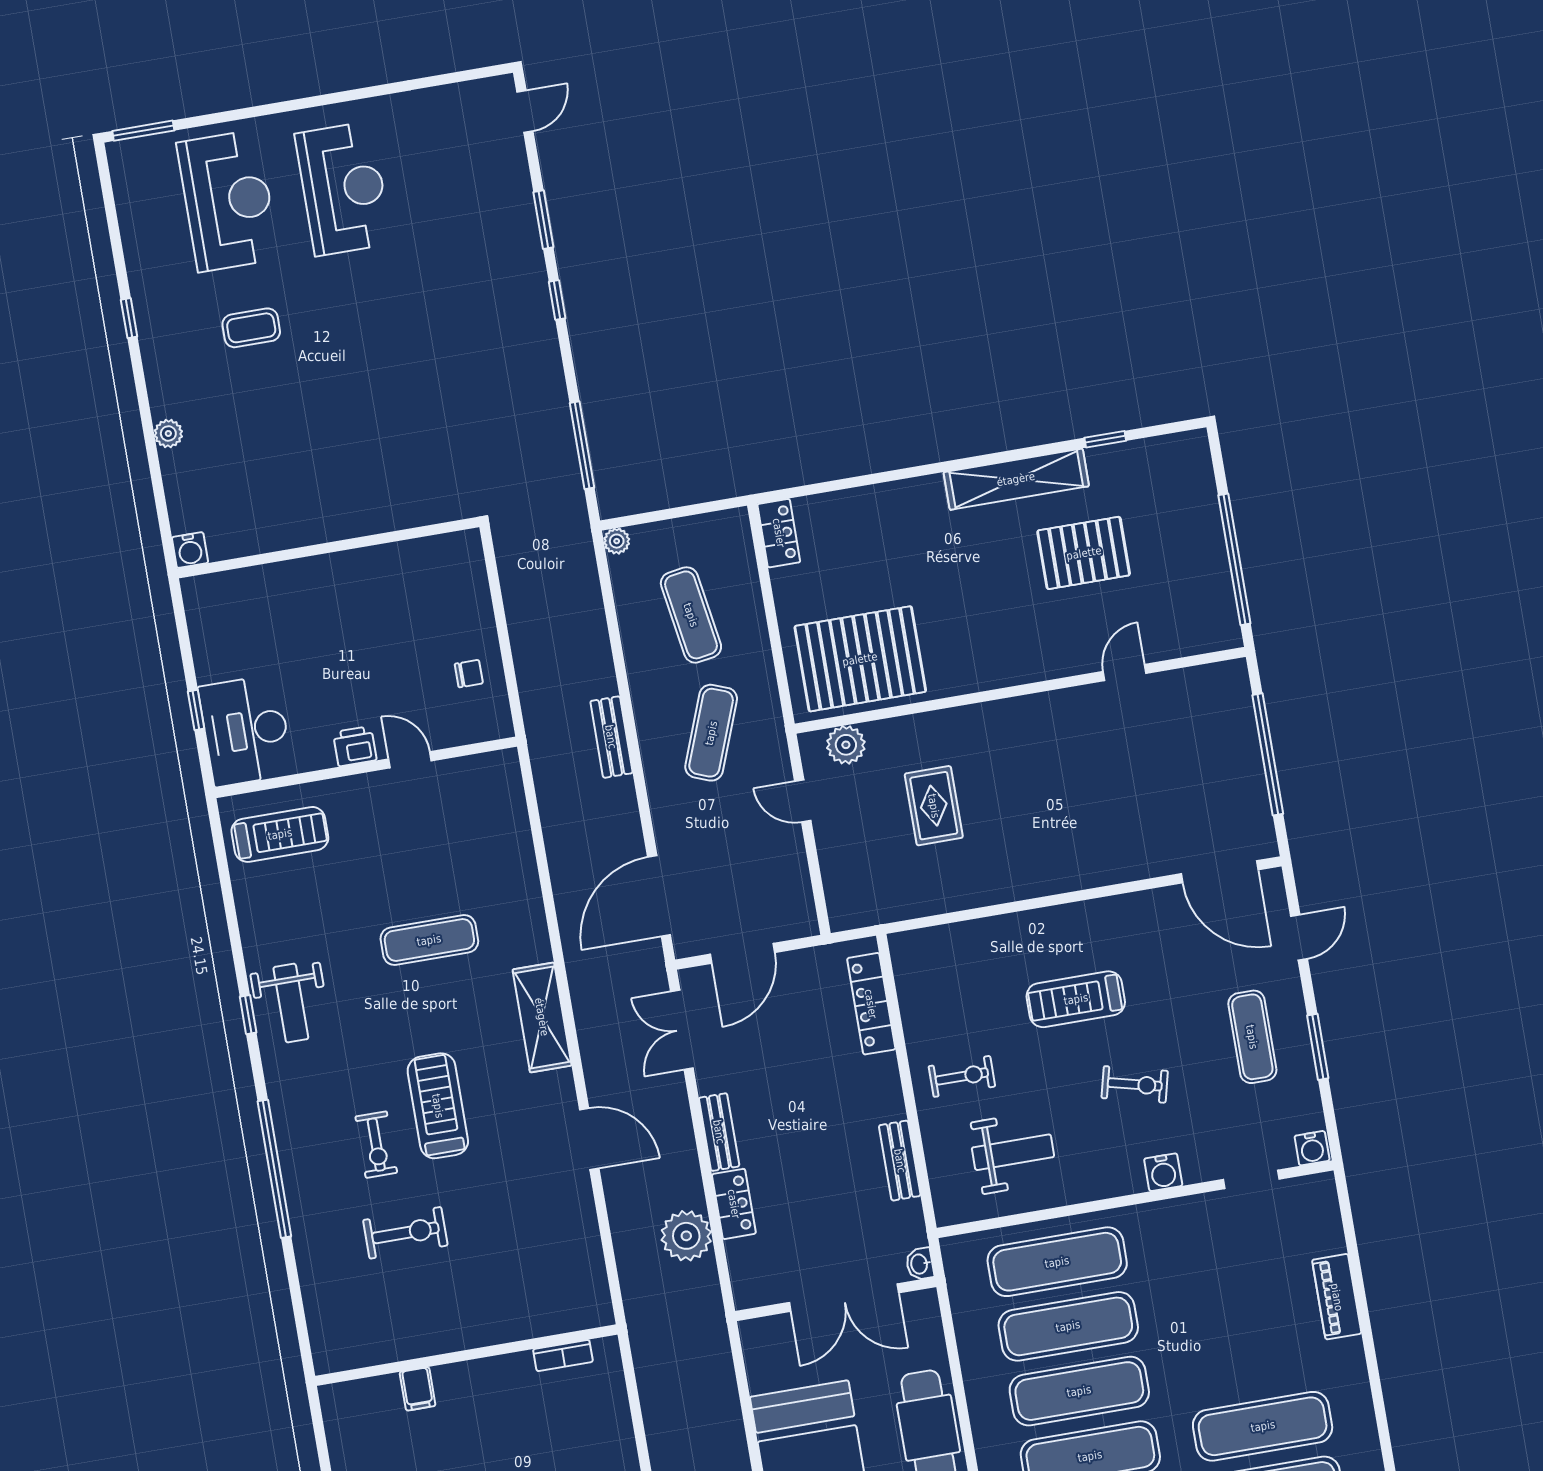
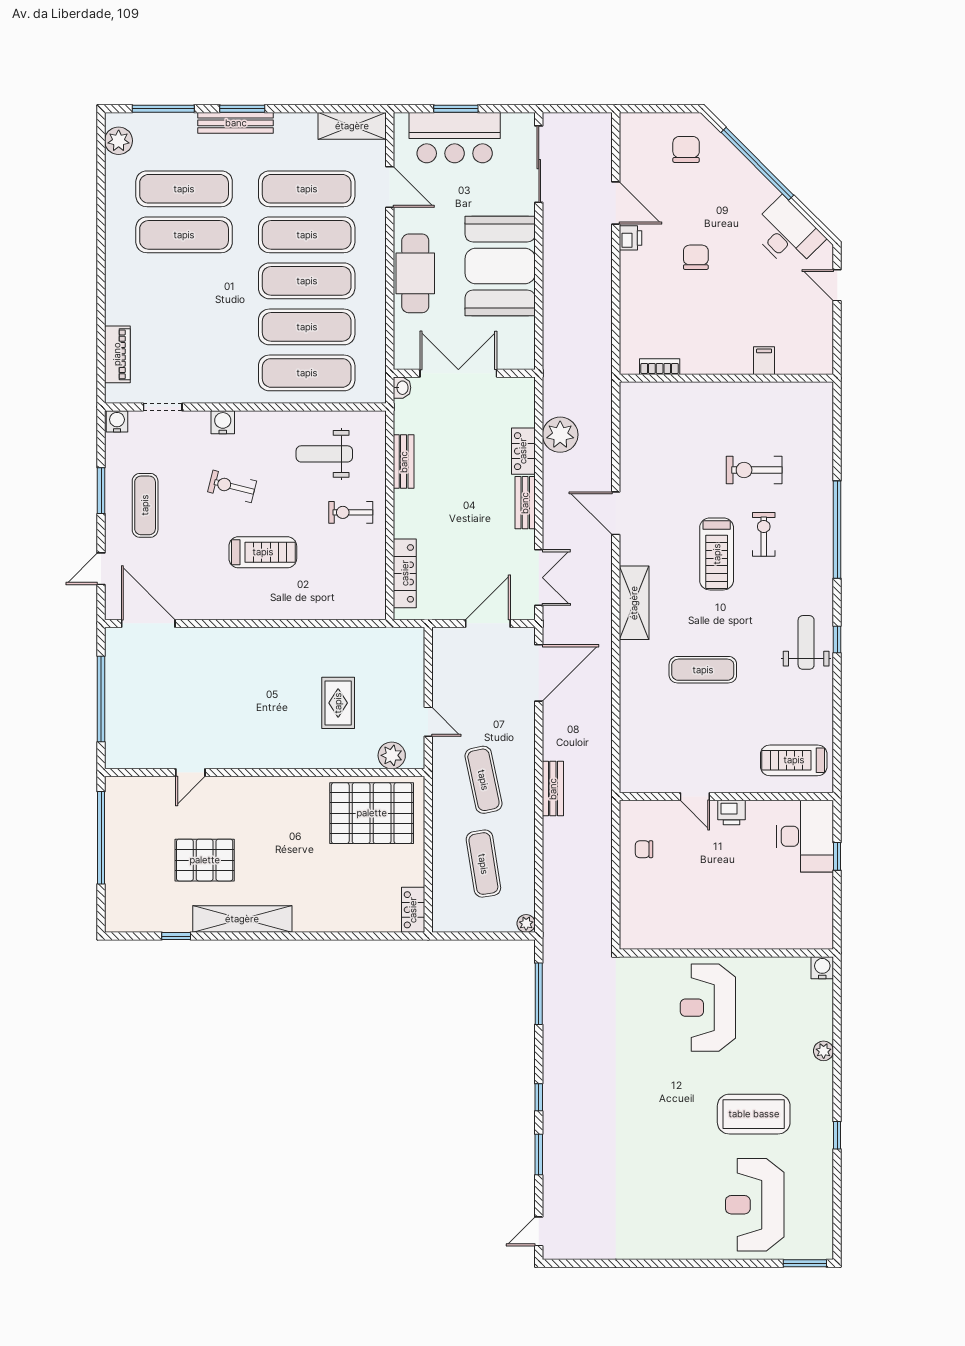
reception desk: (343, 189) -> (708, 1008), moved
coffee table: (251, 328) -> (754, 1114), width x1.86, depth x1.72
exercise mat: (711, 733) -> (483, 780), turned -33
piano: (1337, 1297) -> (117, 354), moved

